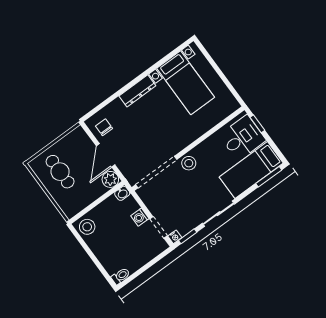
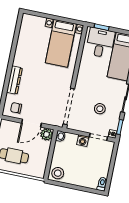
bed with nightstands: (186, 83) -> (61, 43), moved, turned 90
dresser: (137, 91) -> (14, 80), moved
door: (106, 155) -> (32, 123), hinge flipped
stool: (189, 163) -> (100, 109), moved

